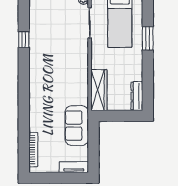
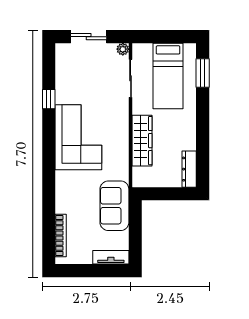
window: (148, 38) -> (203, 73), moved
corner sofa: (48, 70) -> (78, 137), added
wardrobe: (99, 90) -> (142, 141), moved

